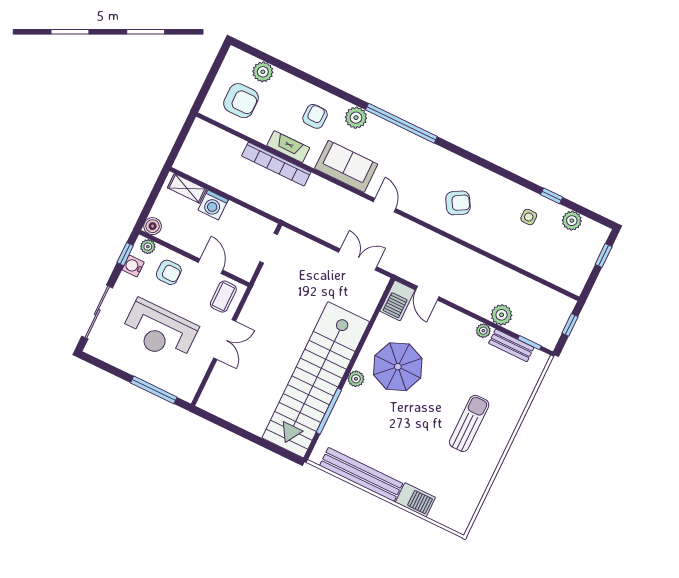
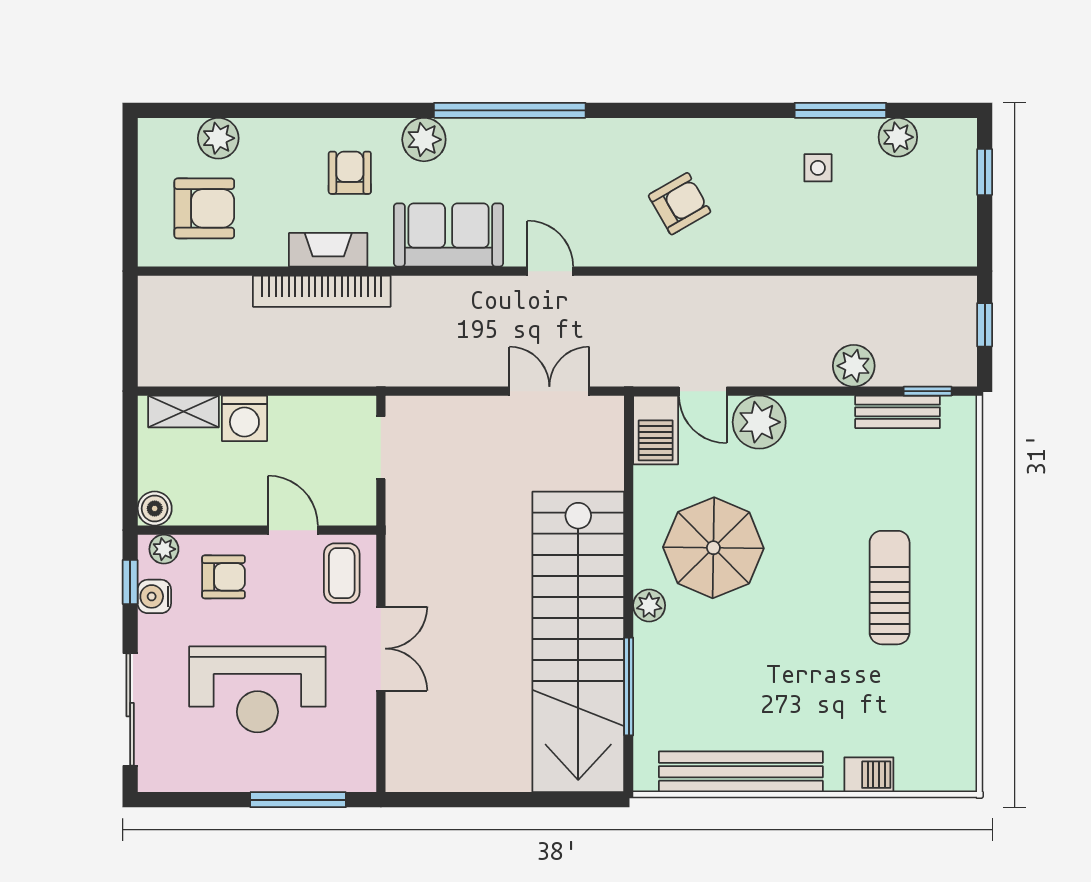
window: (552, 196) -> (840, 110), width x2.17
plant: (483, 331) -> (759, 422), moved, width x1.88, depth x1.88
barbecue: (415, 500) -> (869, 775), width x0.73, depth x0.79

